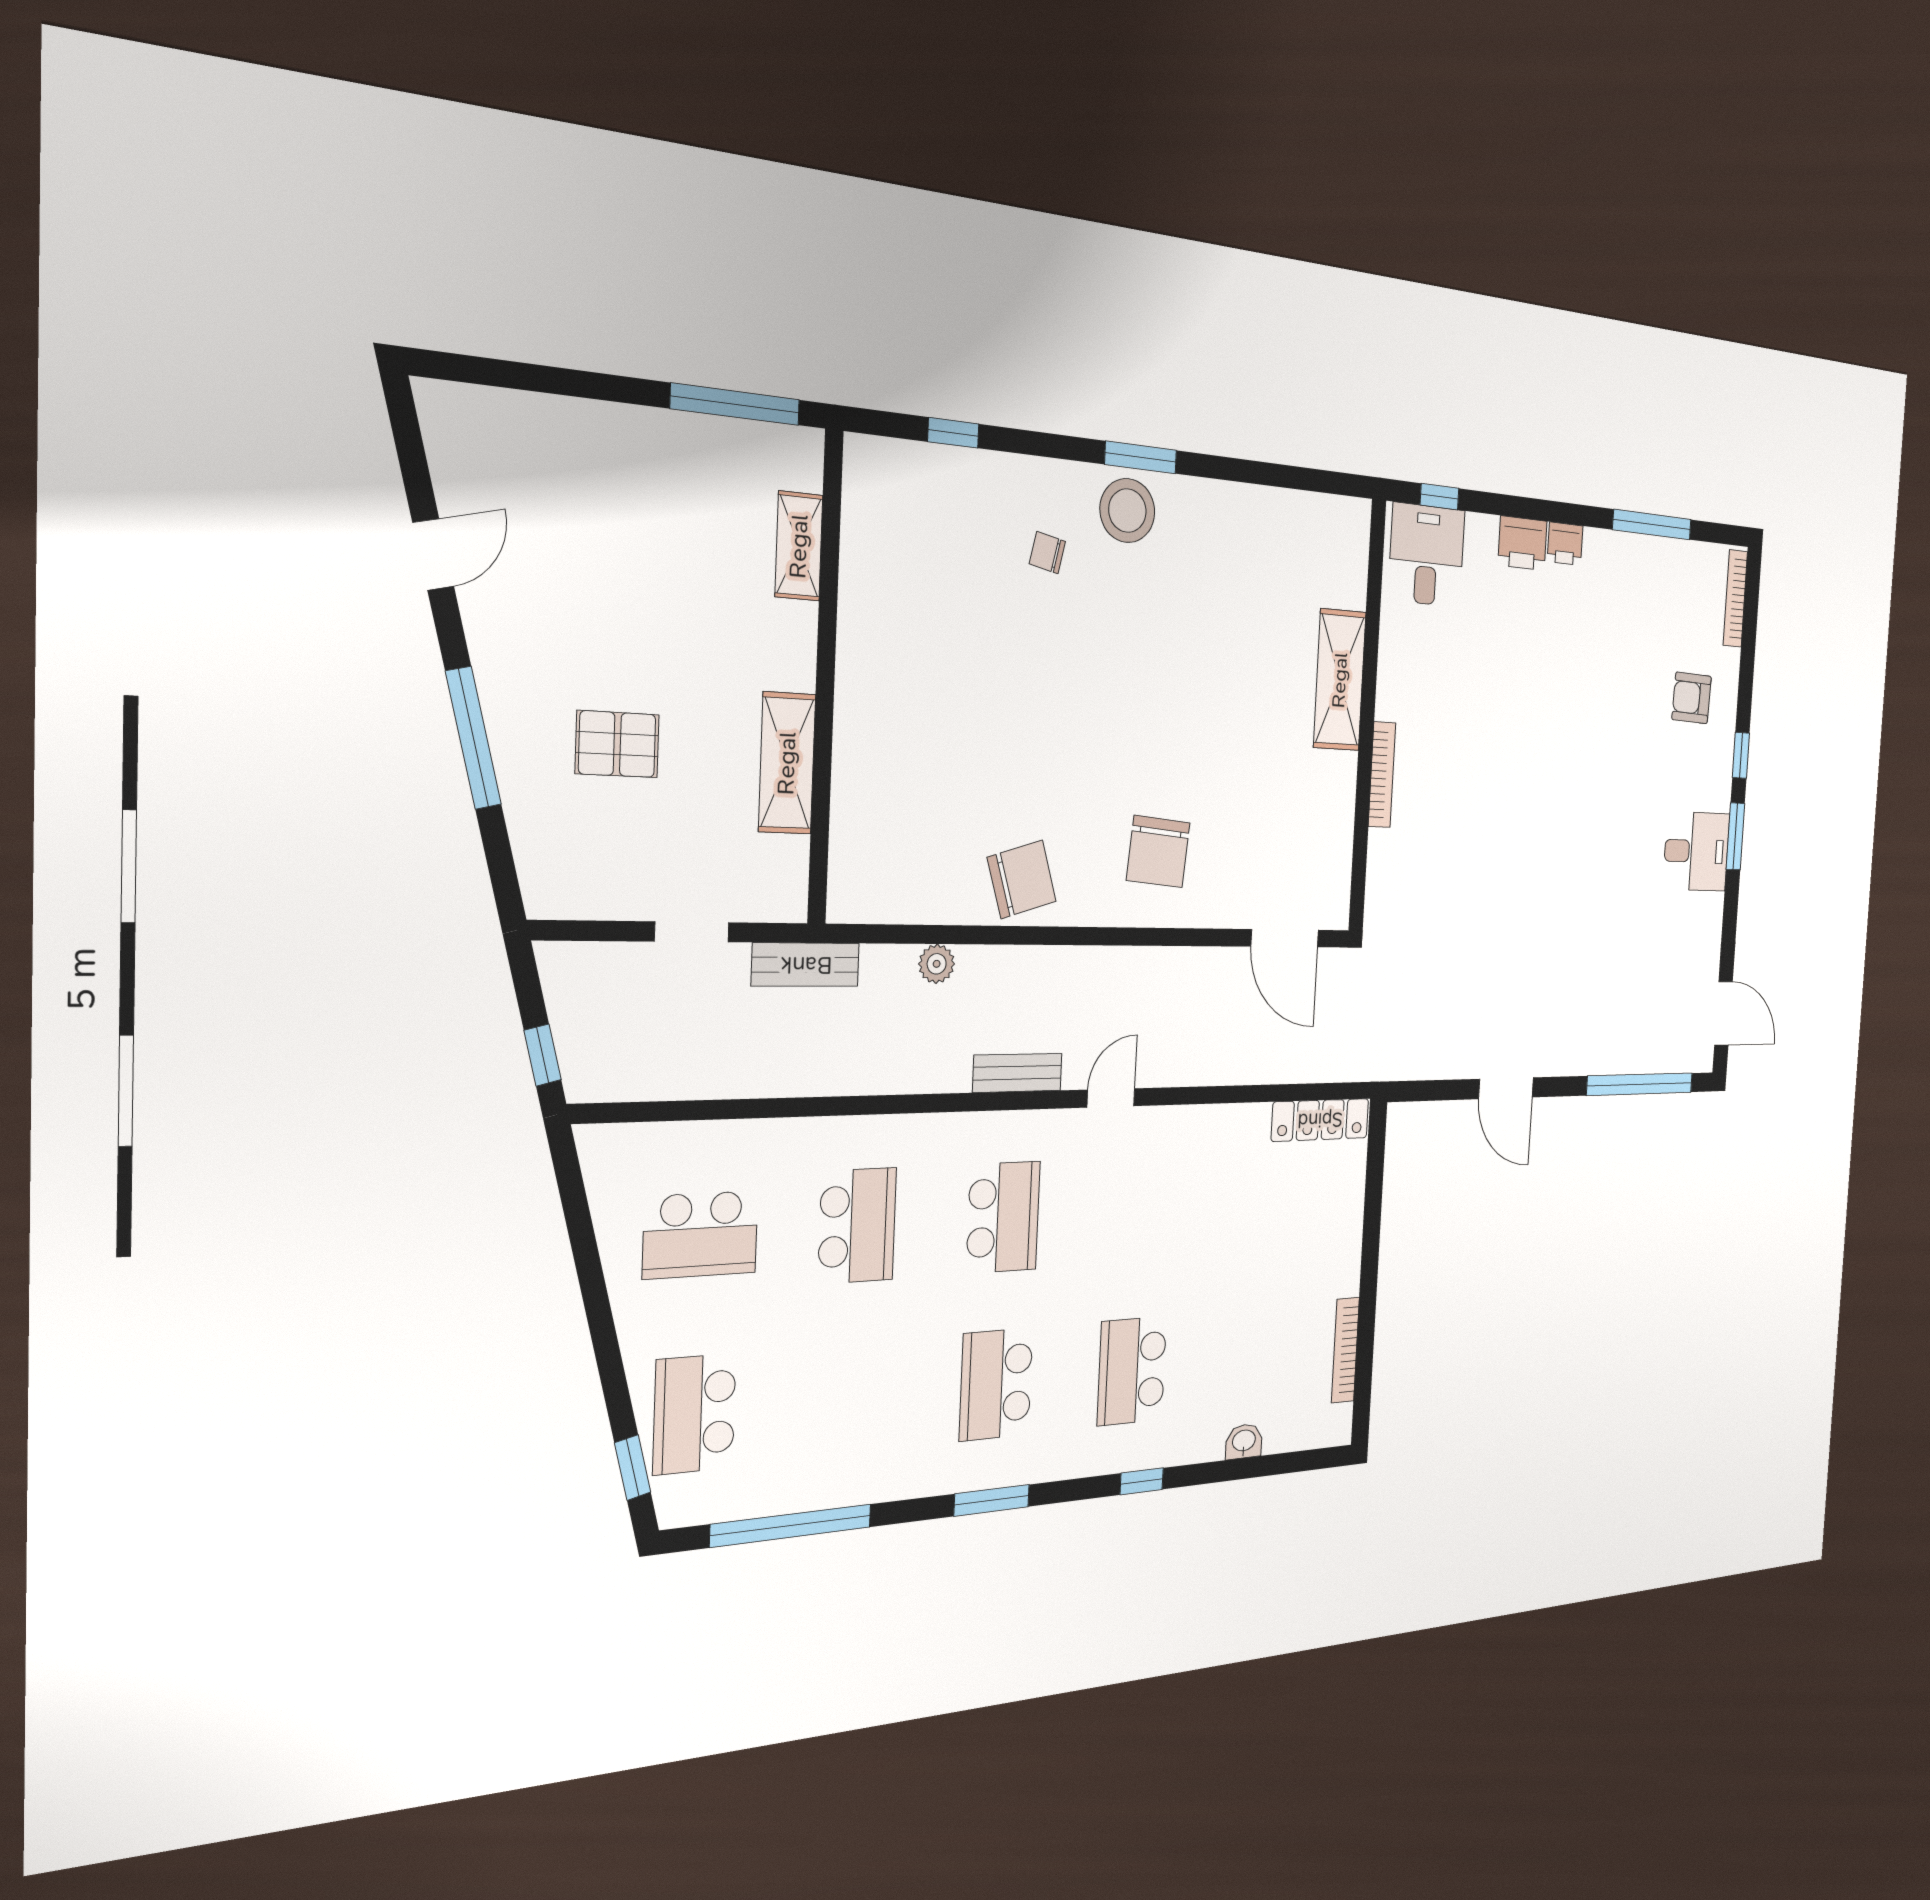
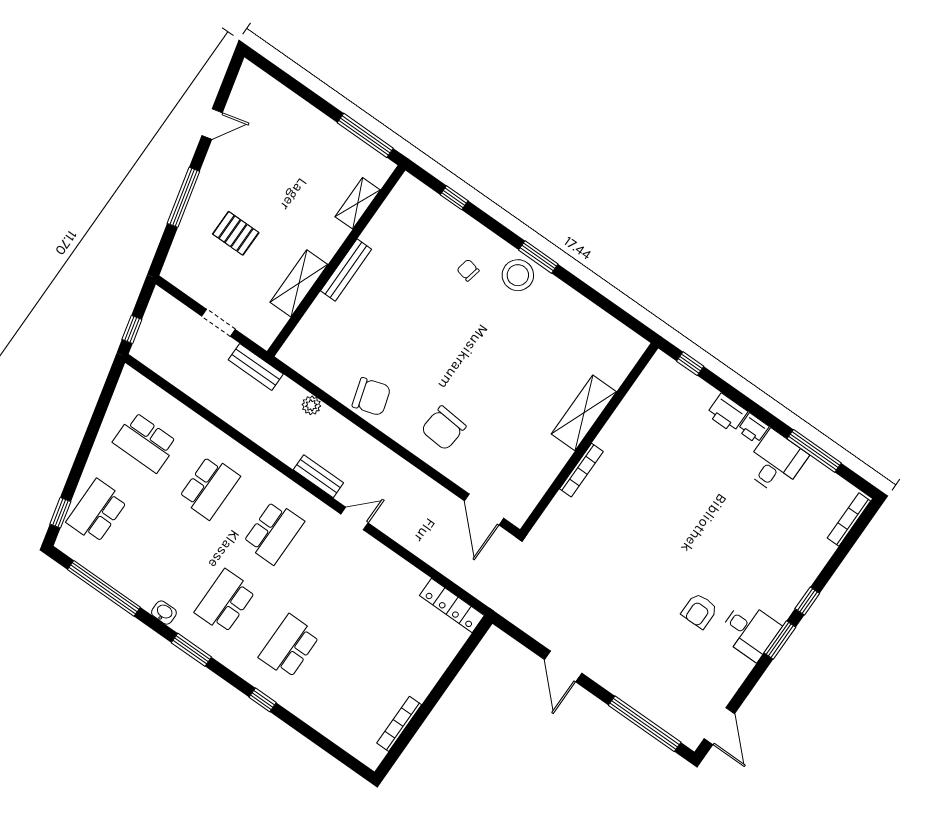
desk: (1427, 555) -> (775, 462), moved
bench: (852, 684) -> (346, 270), added
armchair: (1692, 698) -> (699, 611), moved, turned -92
washbasin: (1244, 1441) -> (164, 613), moved

